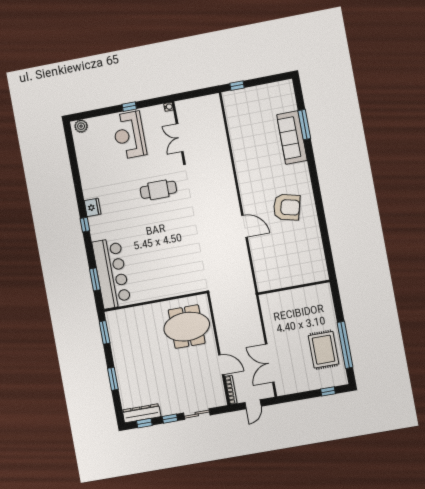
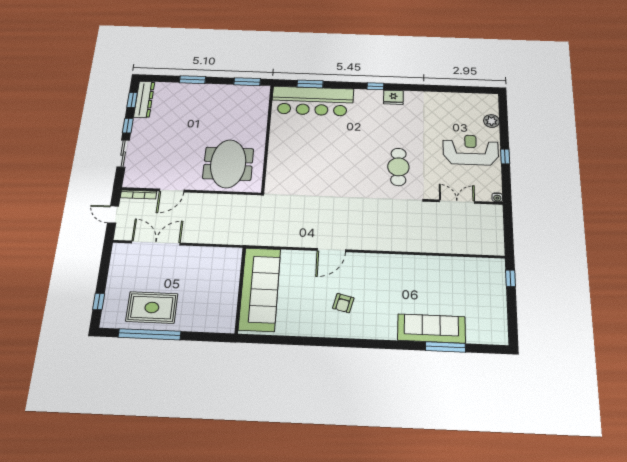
plant: (81, 126) -> (491, 121), moved
armchair: (287, 207) -> (343, 303), width x0.53, depth x0.53
sofa: (290, 273) -> (260, 289), added

